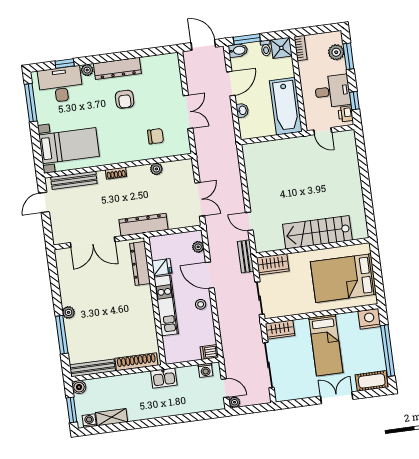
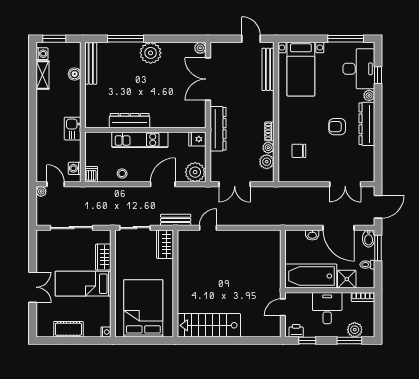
shower: (281, 48) -> (347, 279), moved
door: (231, 84) -> (339, 228), width x1.36
desk: (332, 91) -> (327, 308), moved, turned 180
double door: (188, 112) -> (345, 184), moved
chair: (156, 136) -> (299, 151), turned 90
plant: (171, 169) -> (267, 162), added
shoe rack: (116, 173) -> (269, 131), moved
stairs: (317, 232) -> (209, 325), moved, turned -90
plant: (198, 247) -> (195, 172), width x1.87, depth x1.87
plant: (61, 255) -> (200, 48), added
dresser: (140, 263) -> (130, 121), moved
fridge: (162, 267) -> (197, 139), moved, turned 90
stool: (201, 304) -> (122, 174), moved
plant: (69, 312) -> (151, 53), width x1.87, depth x1.87
nightstand: (369, 319) -> (106, 332), width x0.53, depth x0.56
wardrobe: (280, 330) -> (103, 257), moved
window: (388, 351) -> (70, 341), removed
shoe rack: (136, 362) -> (91, 105), removed
cot: (372, 381) -> (68, 329), moved, turned 90
boiler: (79, 387) -> (75, 74), moved
door: (225, 388) -> (56, 184), swing flipped

